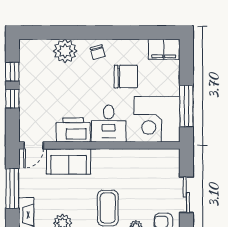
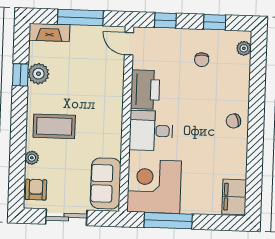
plant: (65, 51) -> (244, 48), moved, width x0.53, depth x0.53
chair: (126, 76) -> (202, 60), moved, width x0.54, depth x0.54
window: (12, 99) -> (165, 20), moved
sofa: (69, 161) -> (106, 183), moved

